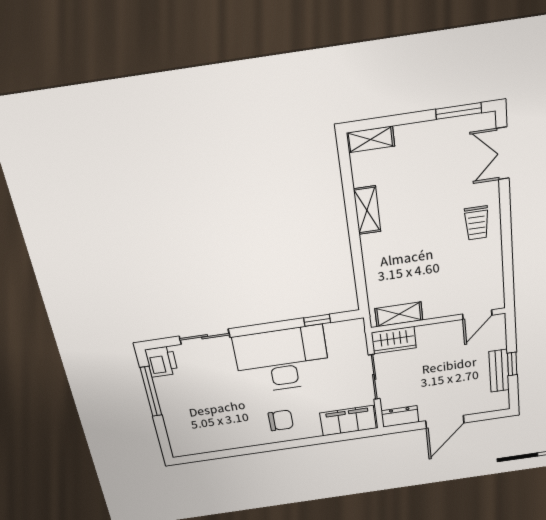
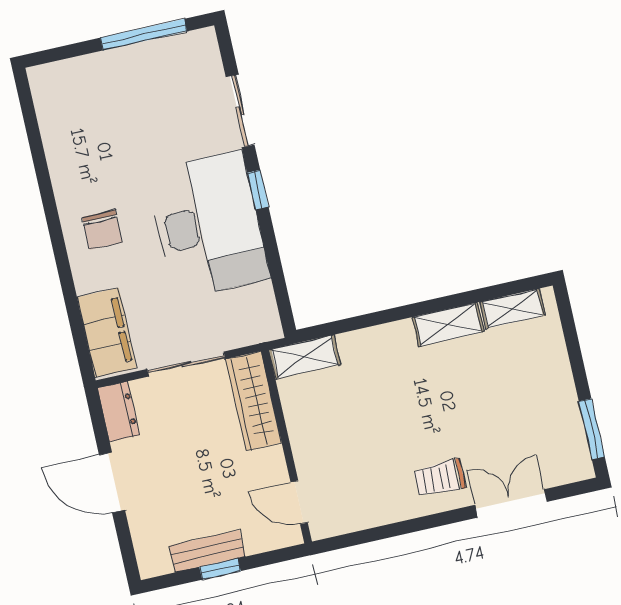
shelving: (370, 139) -> (513, 309), moved, turned 90
double door: (503, 153) -> (511, 503), moved
shelving: (399, 314) -> (305, 357), moved, turned 90
window: (317, 320) -> (258, 190), moved
wardrobe: (394, 340) -> (254, 401), width x1.50
printer: (162, 362) -> (195, 50), removed

